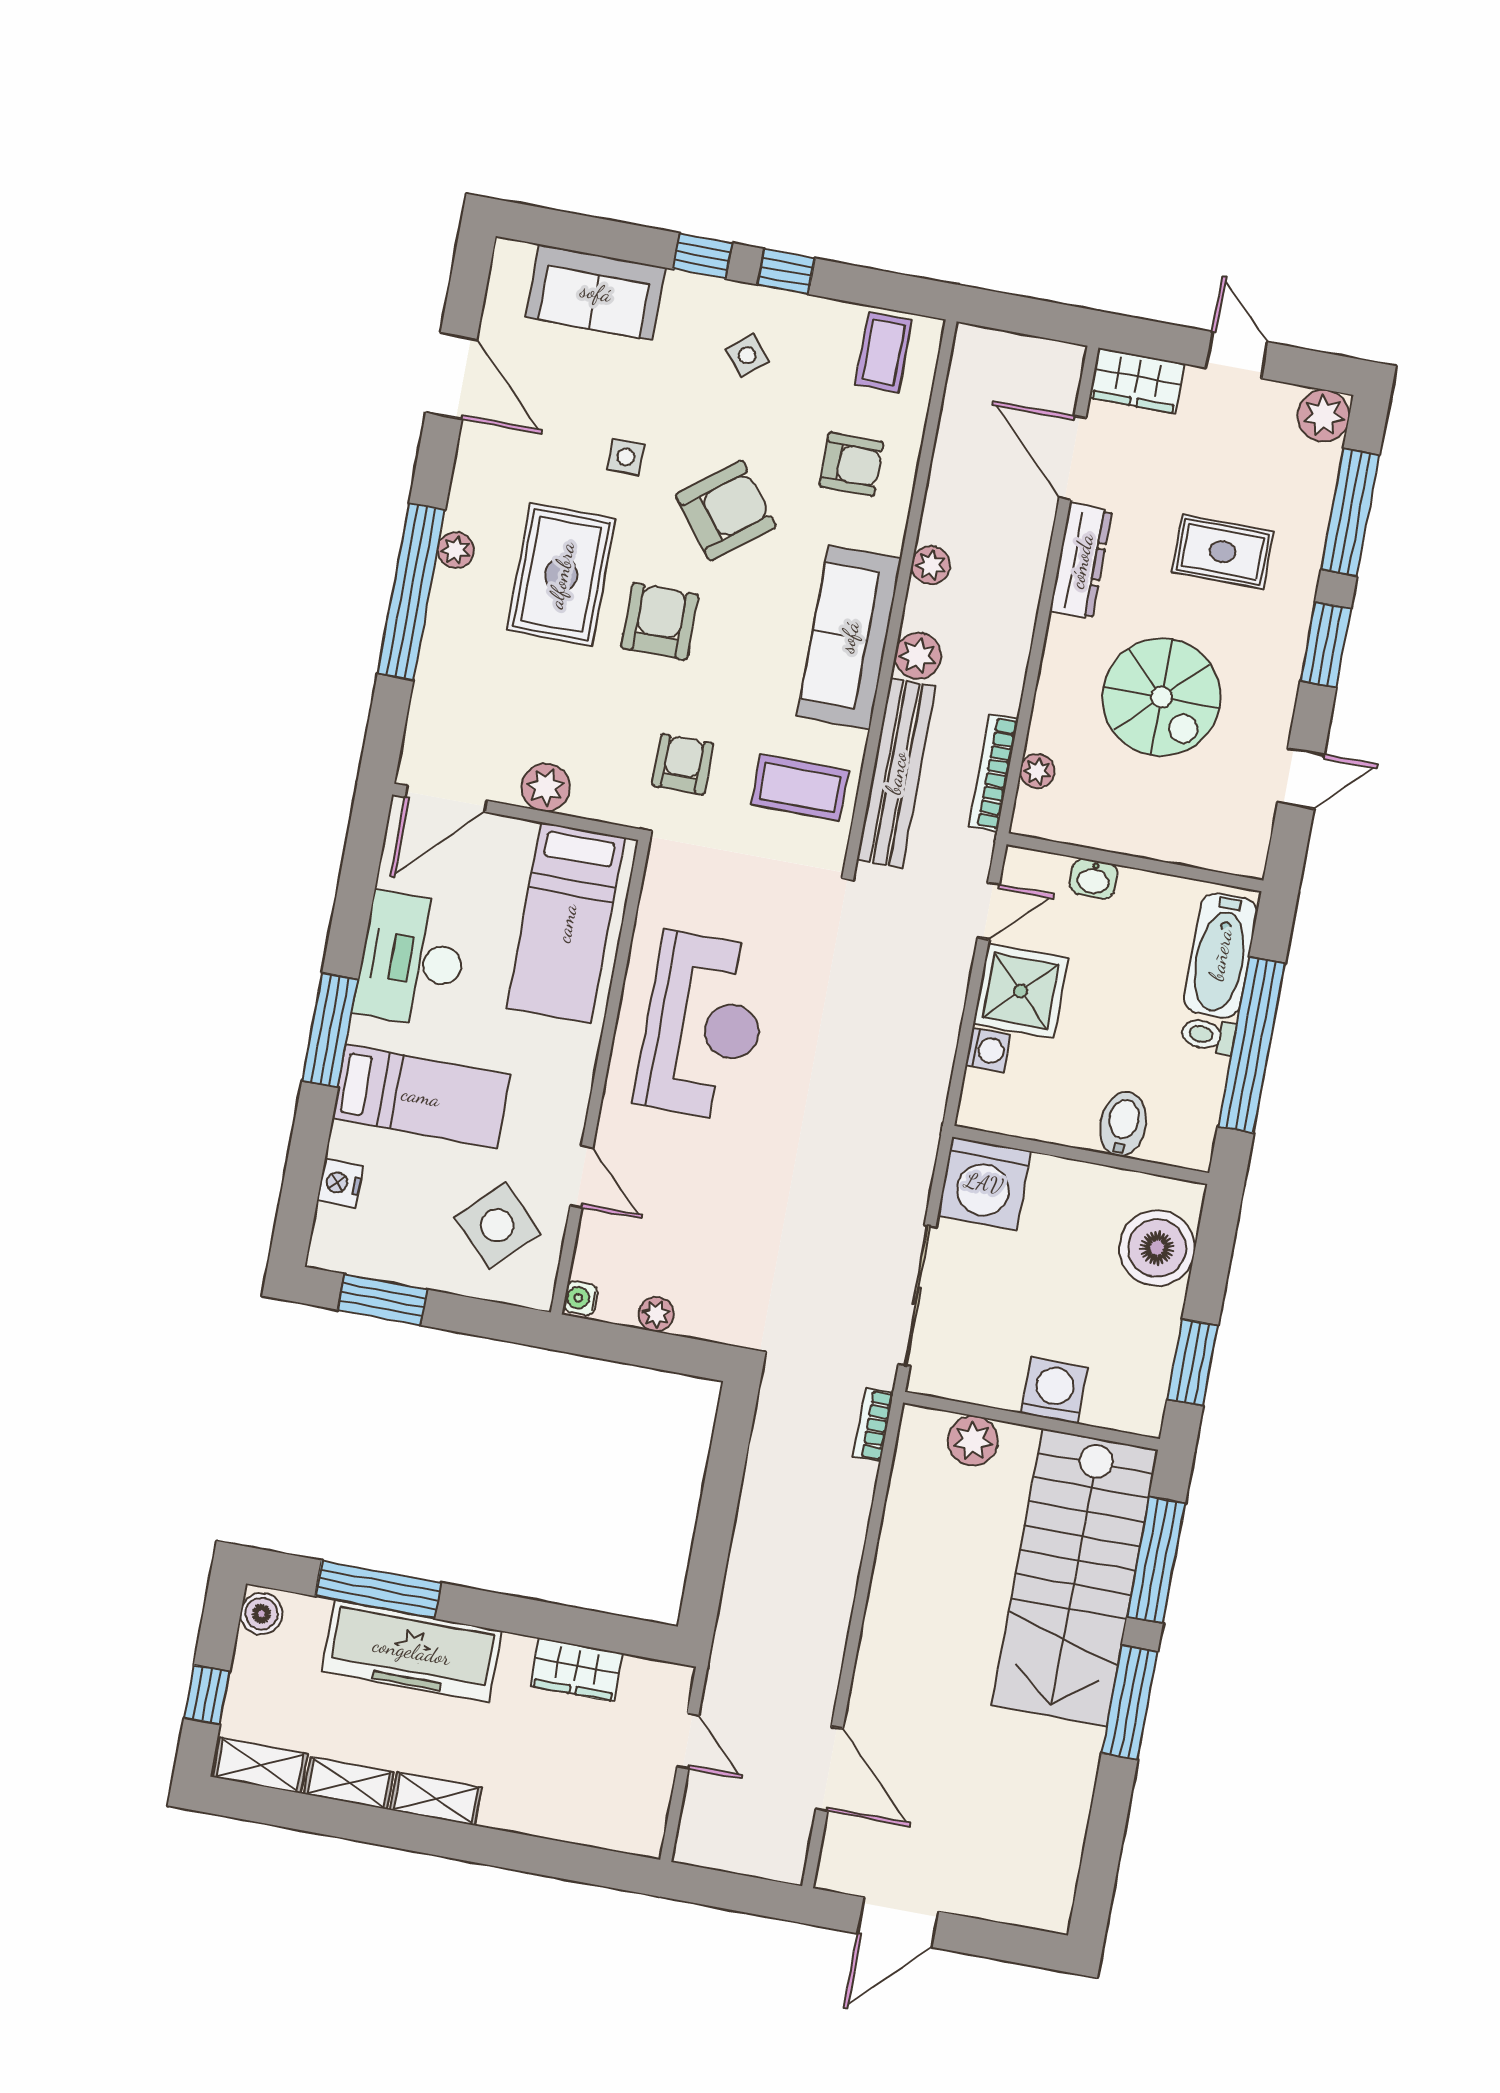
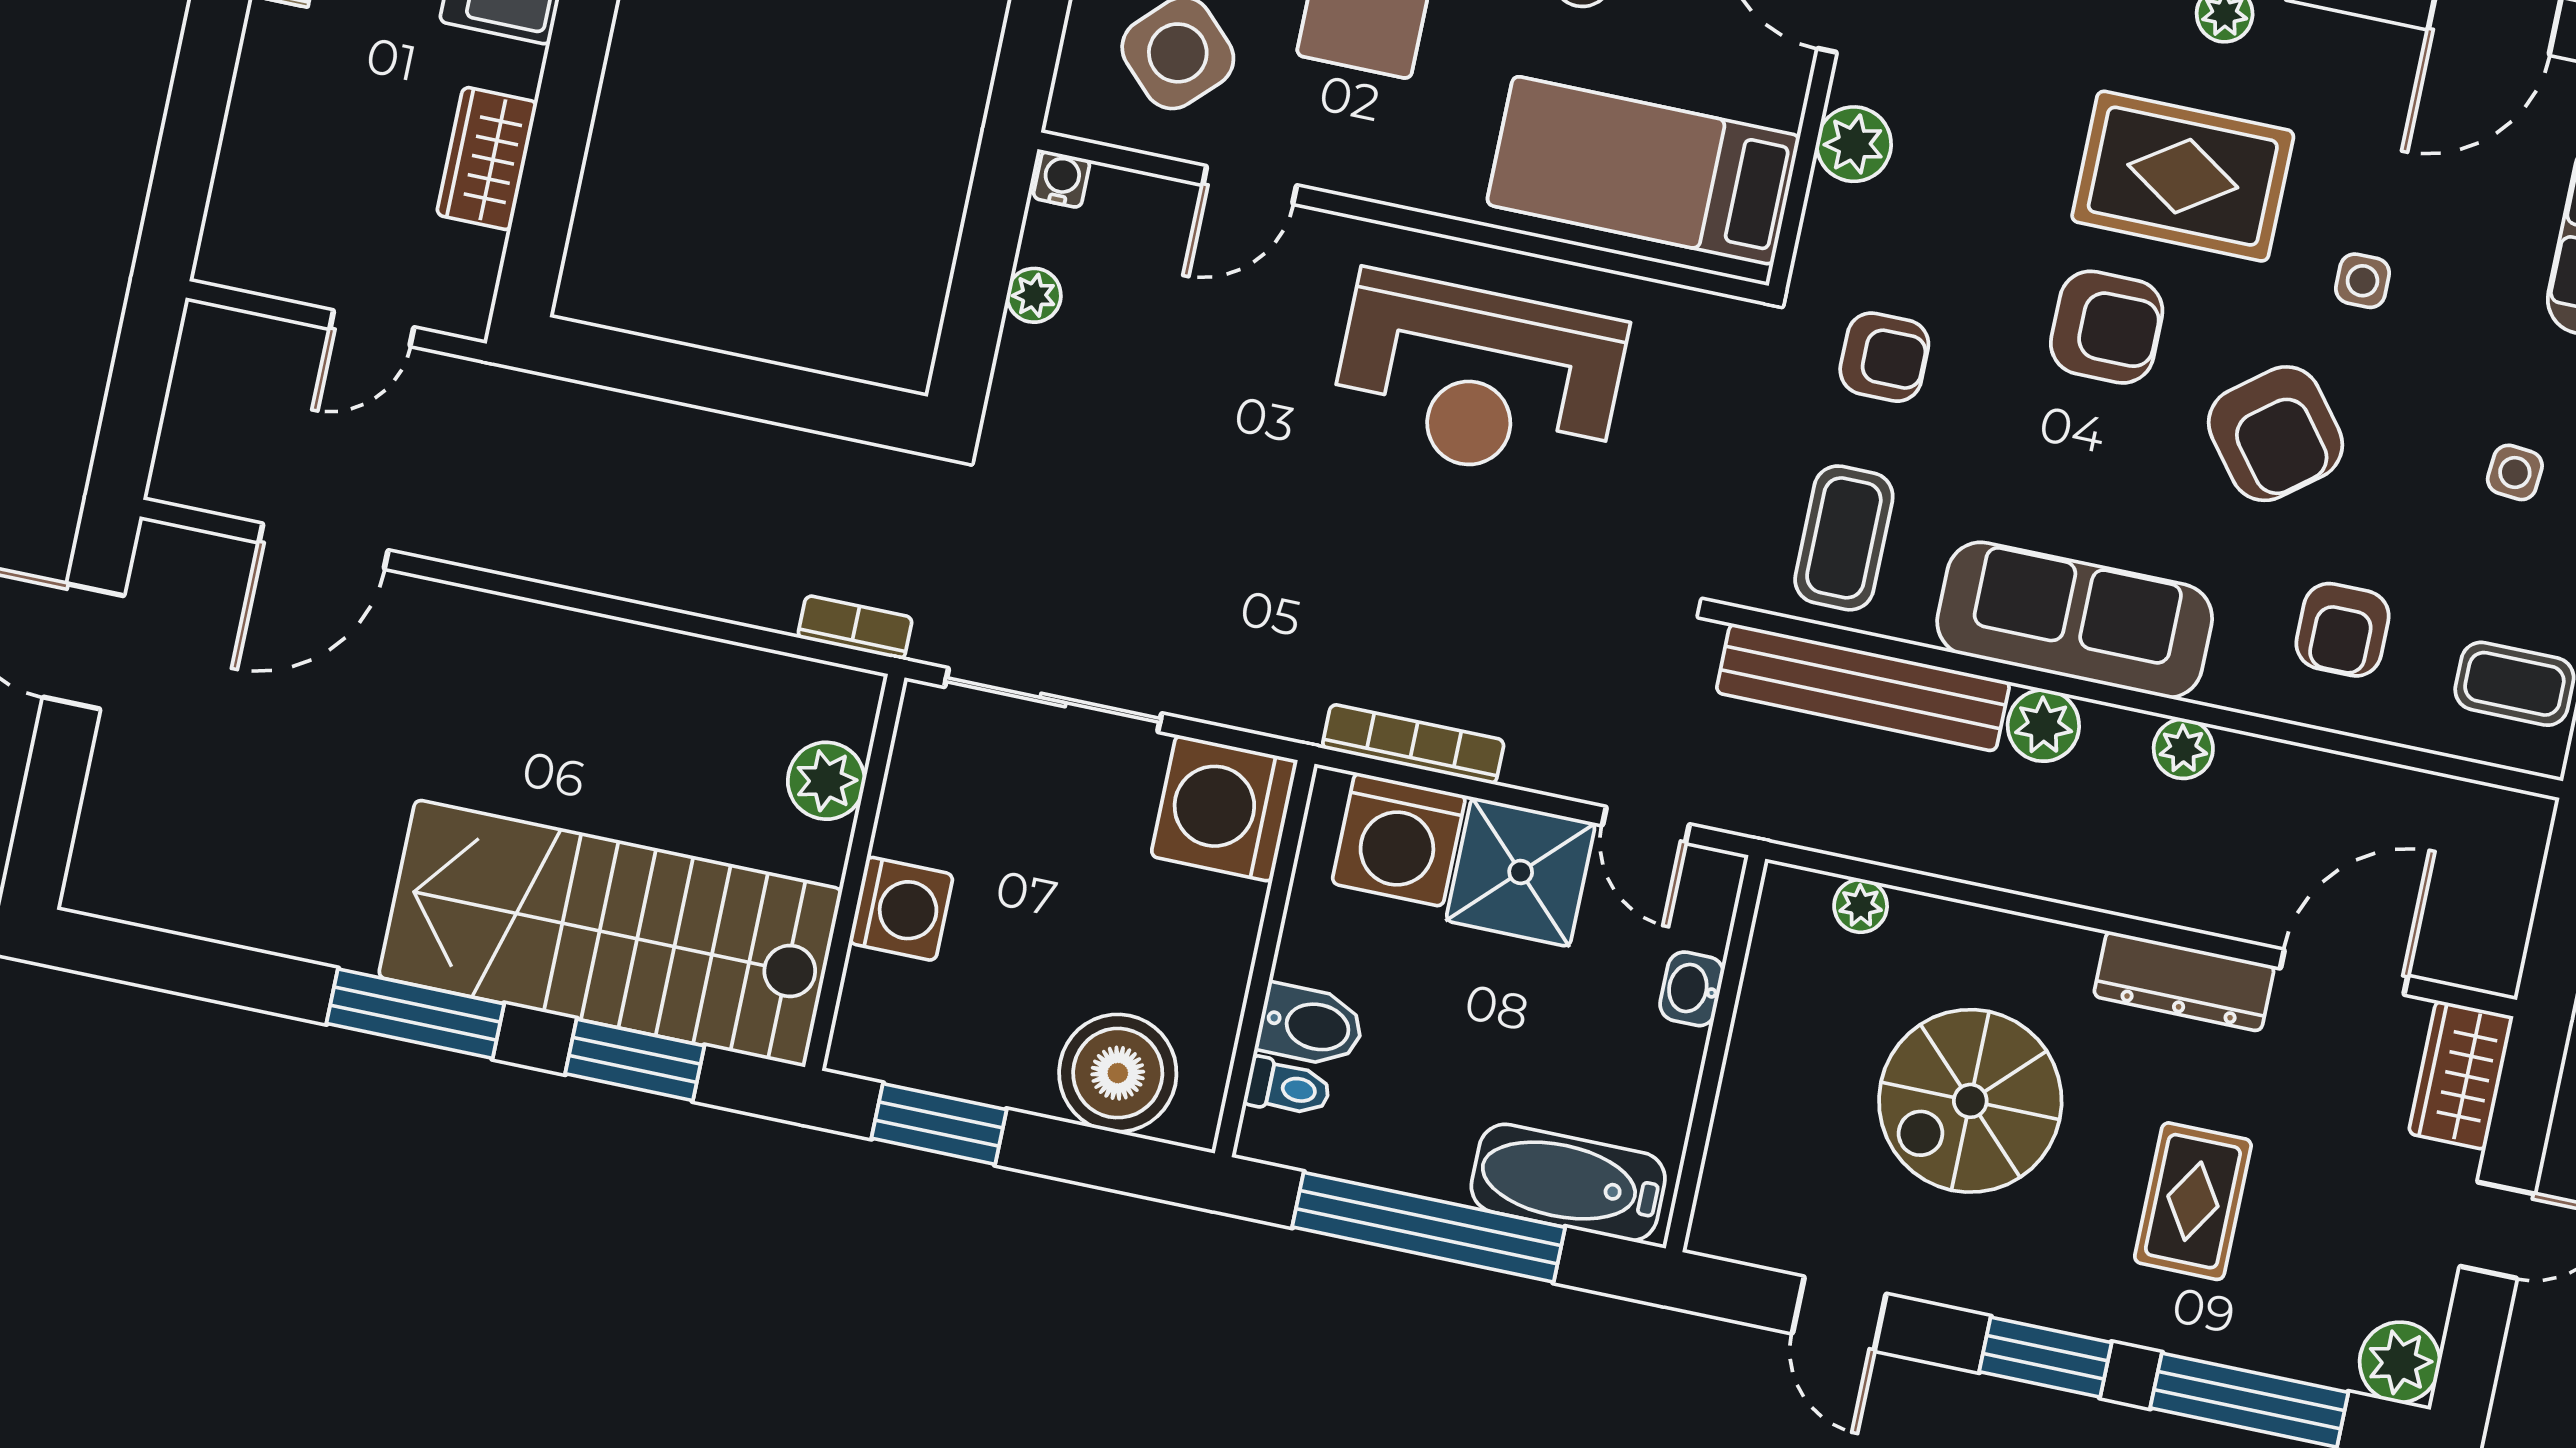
side table: (747, 355) -> (2515, 472), turned 45
bookcase: (994, 773) -> (1413, 744), moved
toilet: (1208, 1035) -> (1288, 1087), moved, turned 90
washing machine: (988, 1050) -> (1399, 840), width x1.89, depth x1.89
window: (1156, 1560) -> (635, 1060), width x0.69

